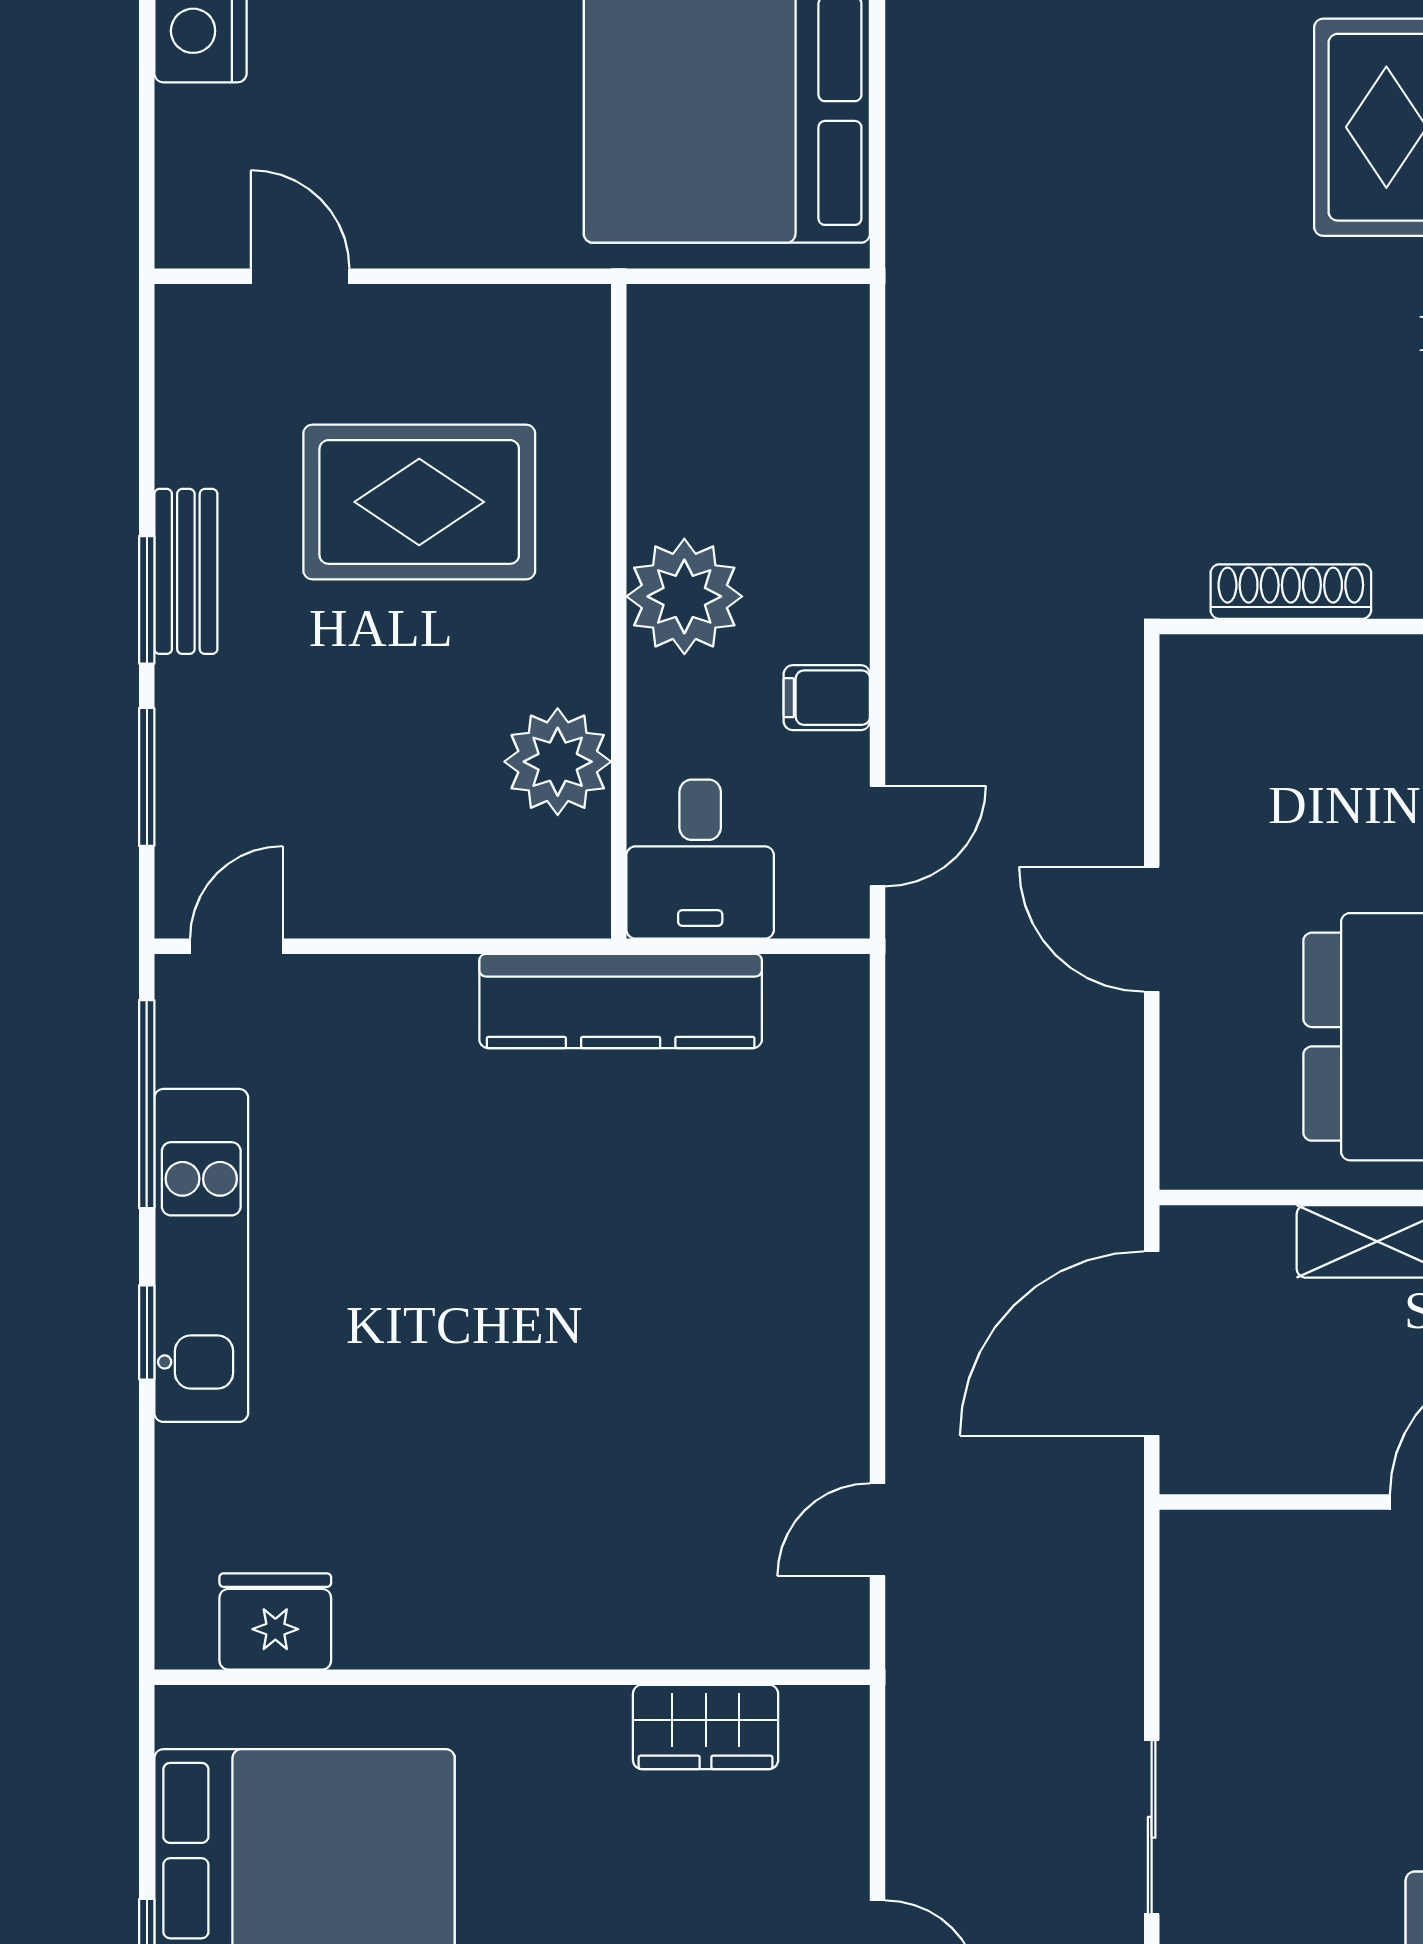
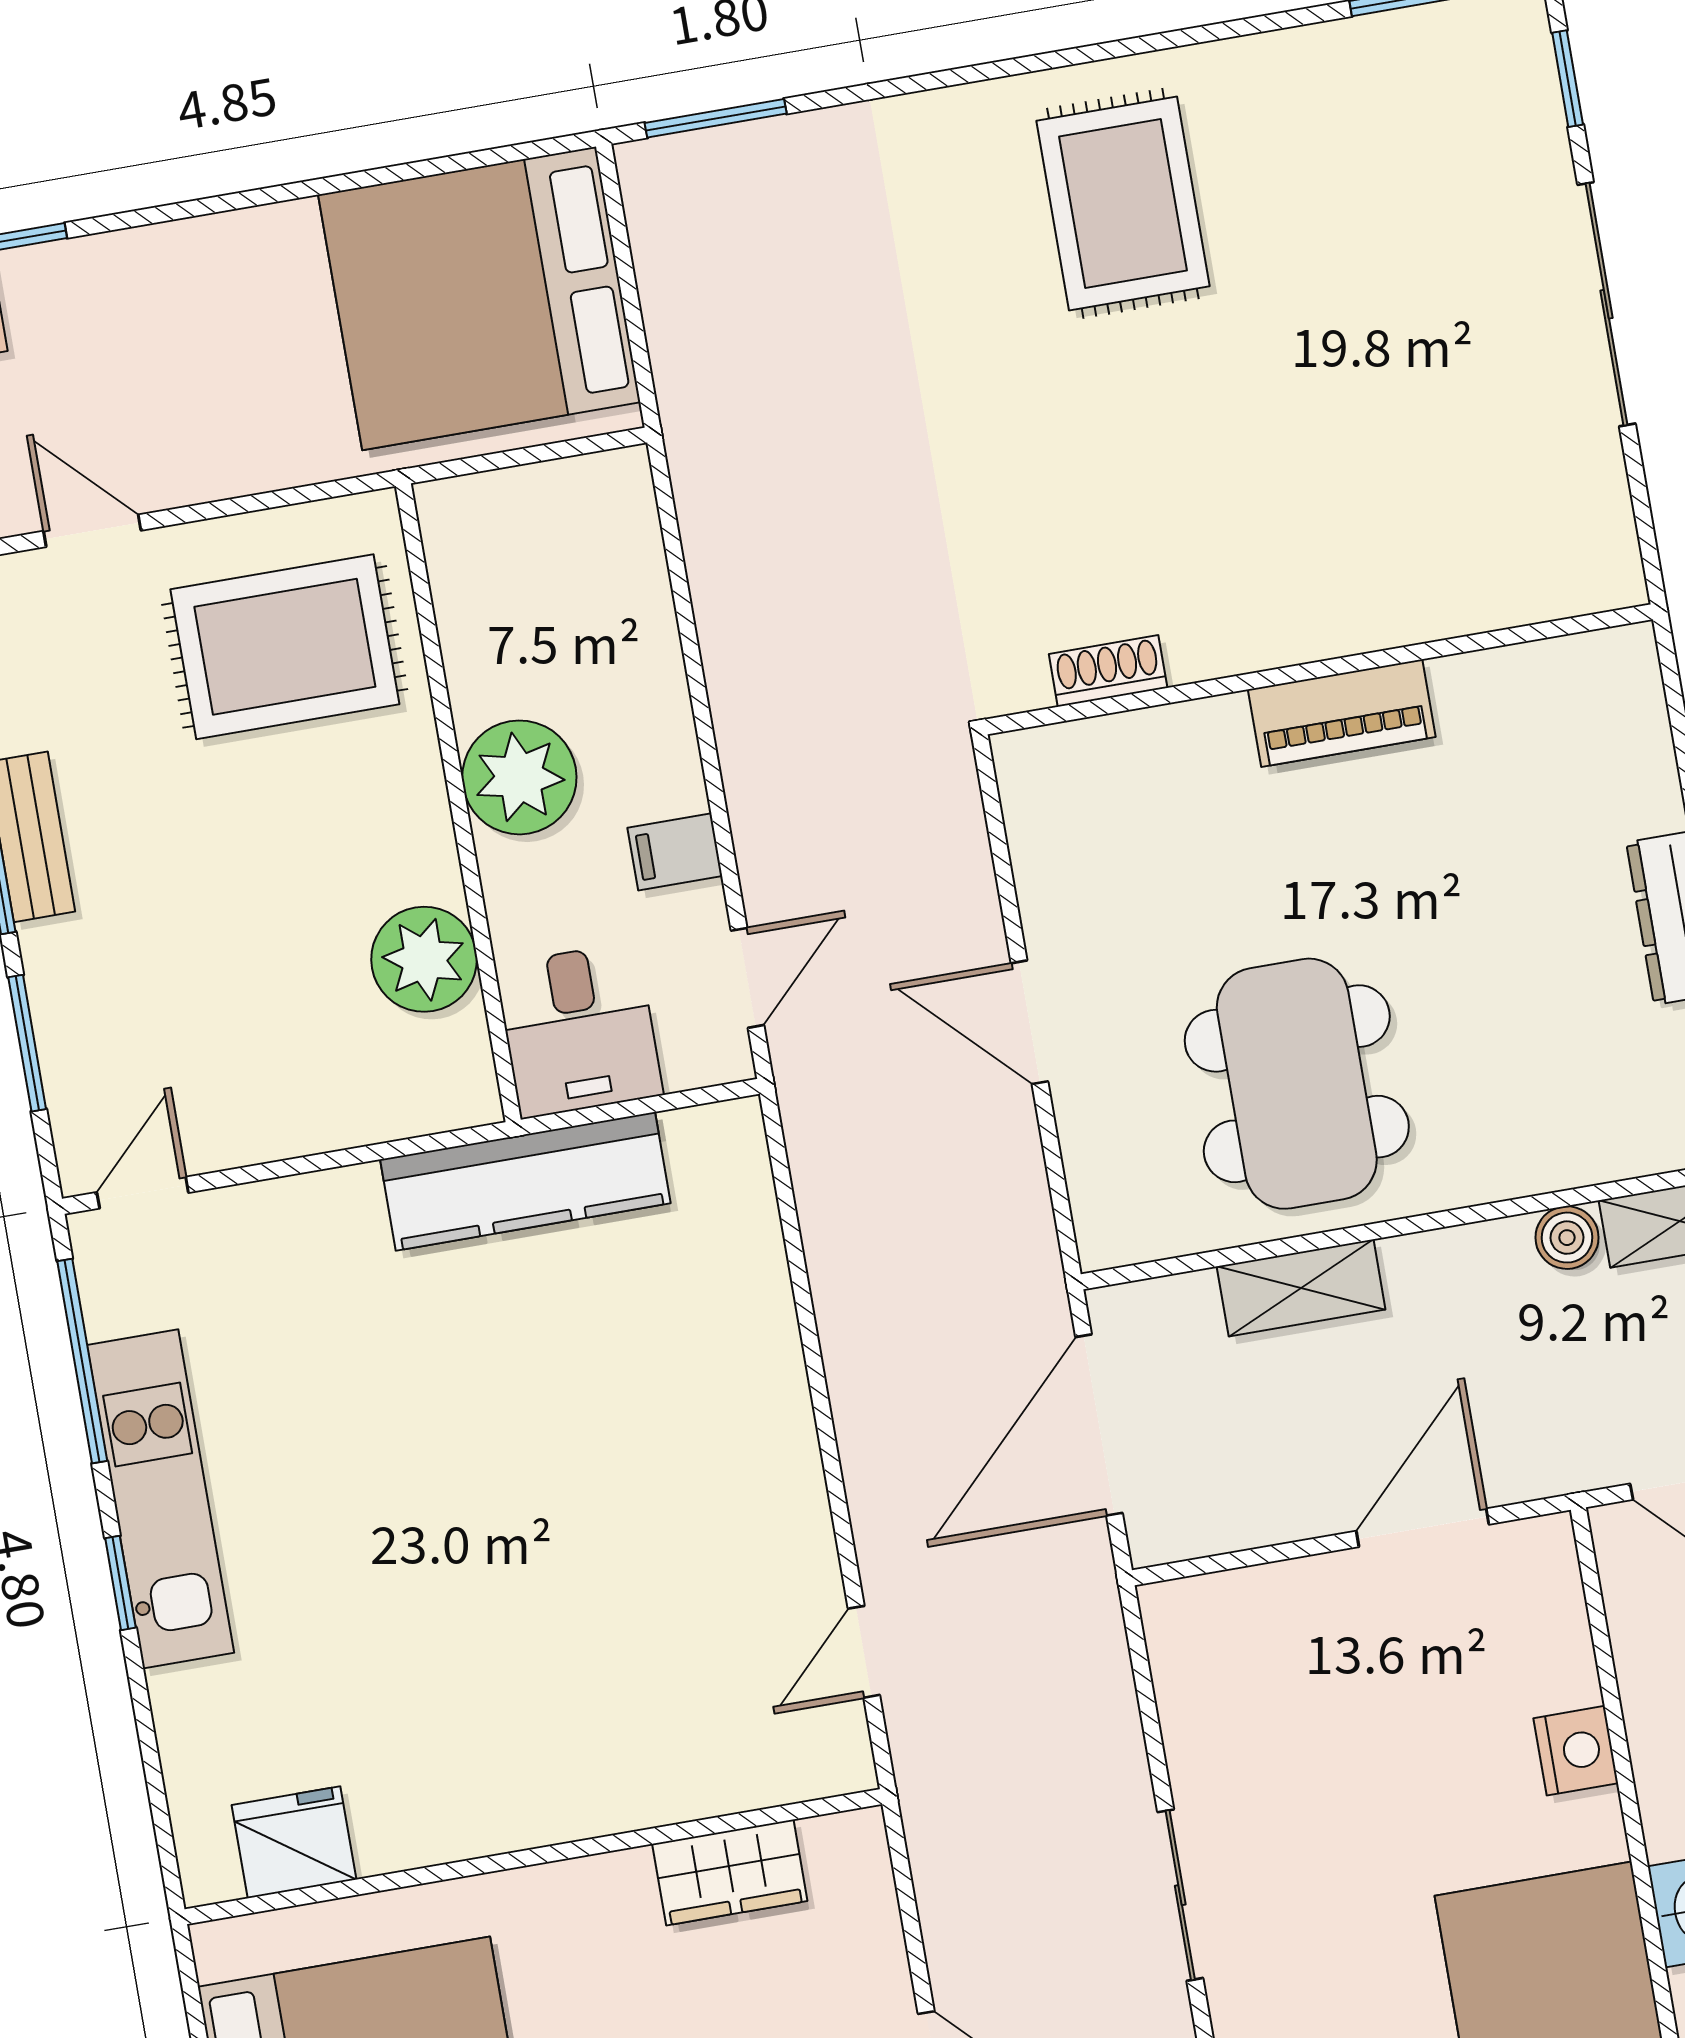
rug: (419, 502) -> (285, 647), moved
shoe rack: (1291, 592) -> (1108, 671), width x0.70

